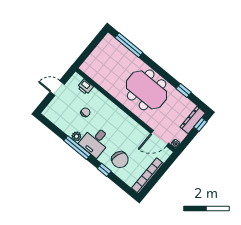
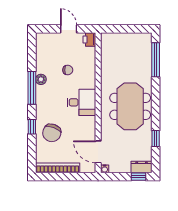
printer: (85, 87) -> (89, 40), moved
dresser: (193, 120) -> (142, 167), width x0.70
desk: (95, 141) -> (81, 102), moved, turned 180

